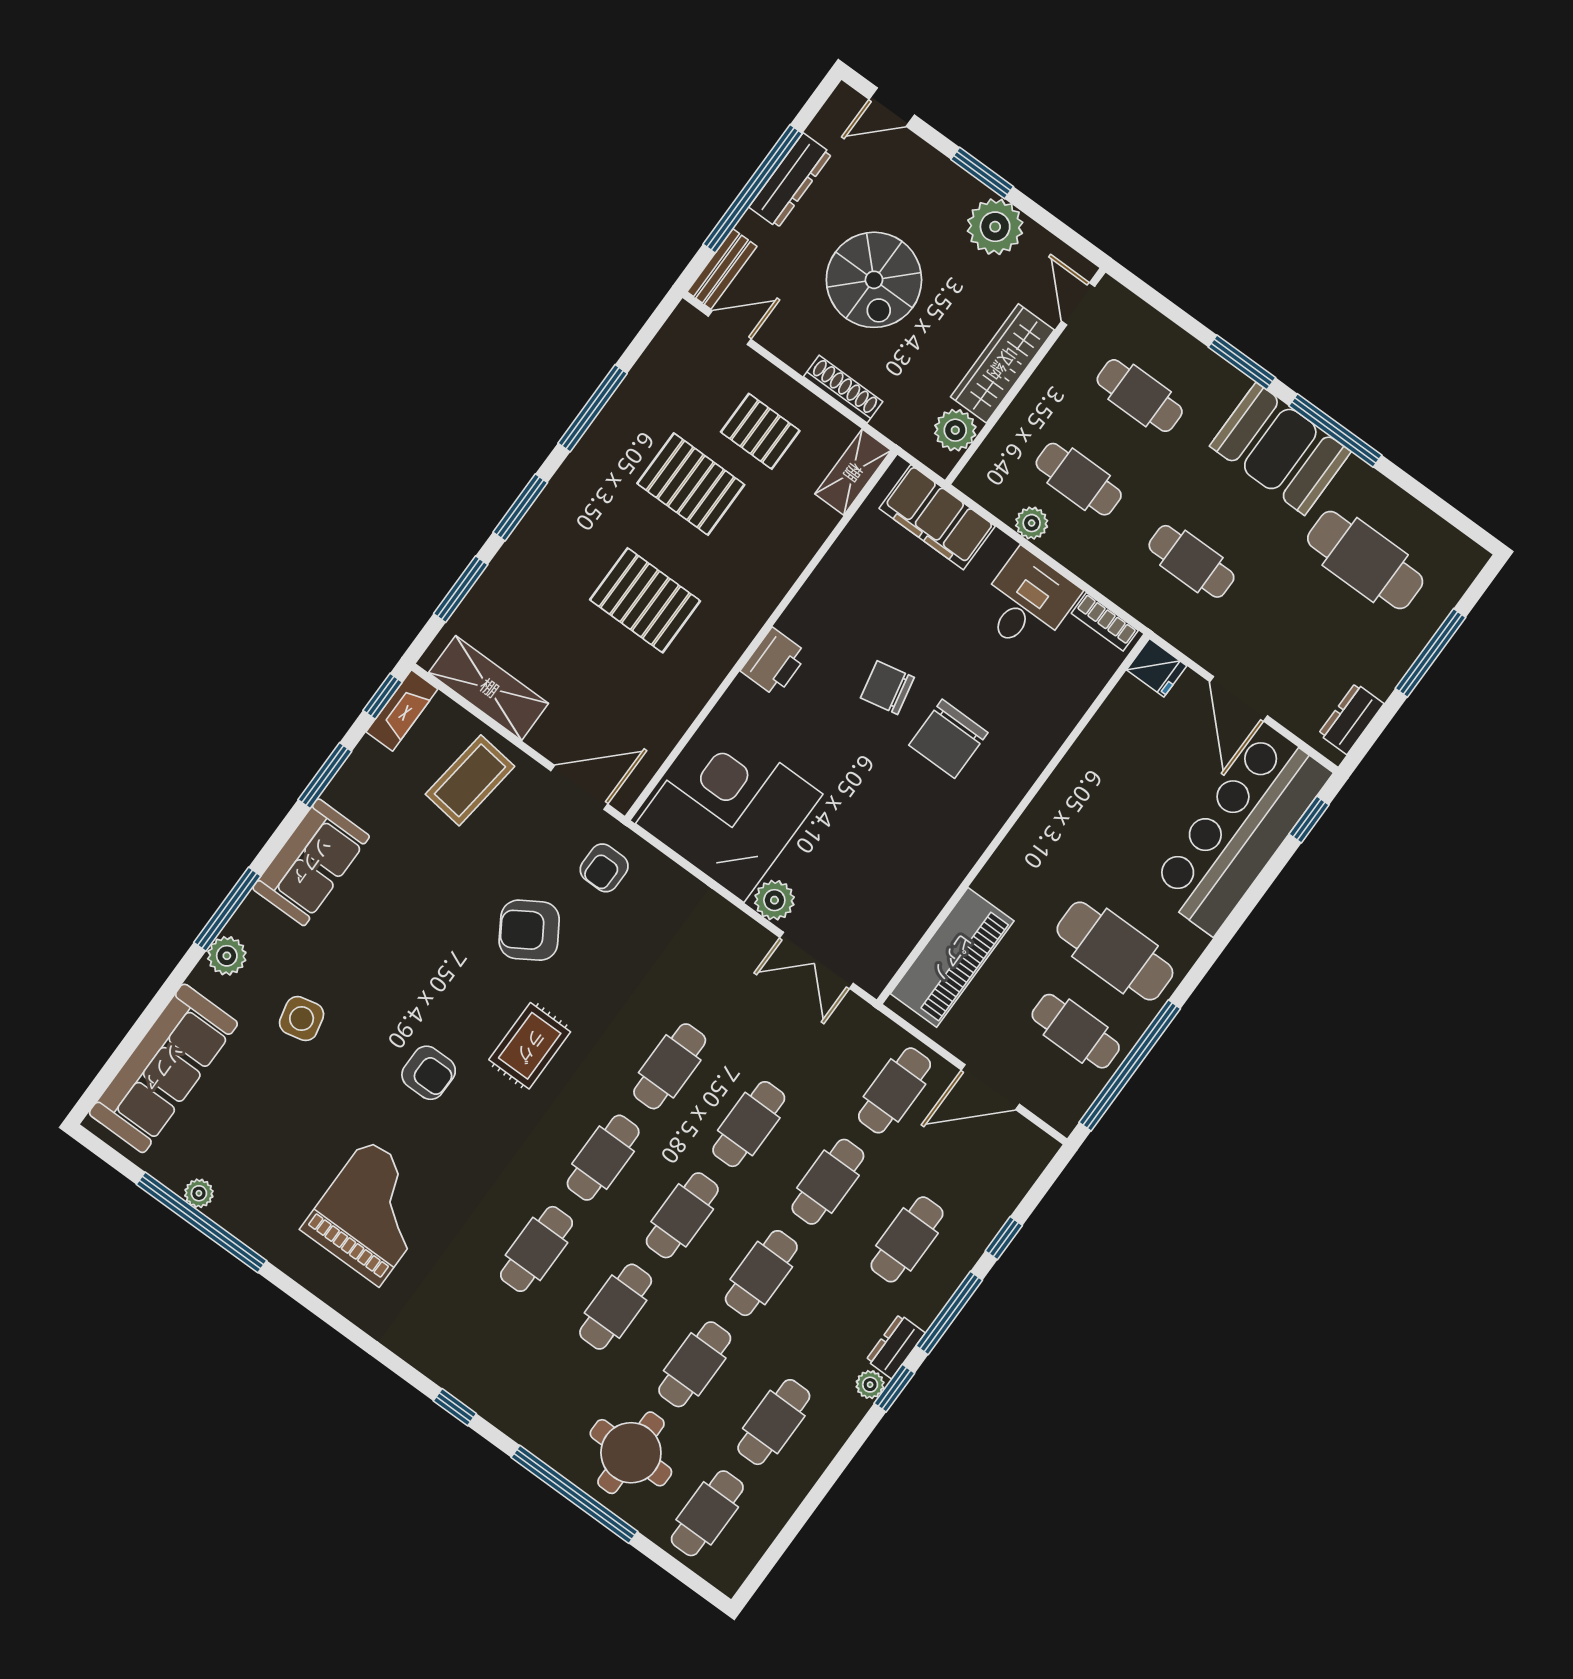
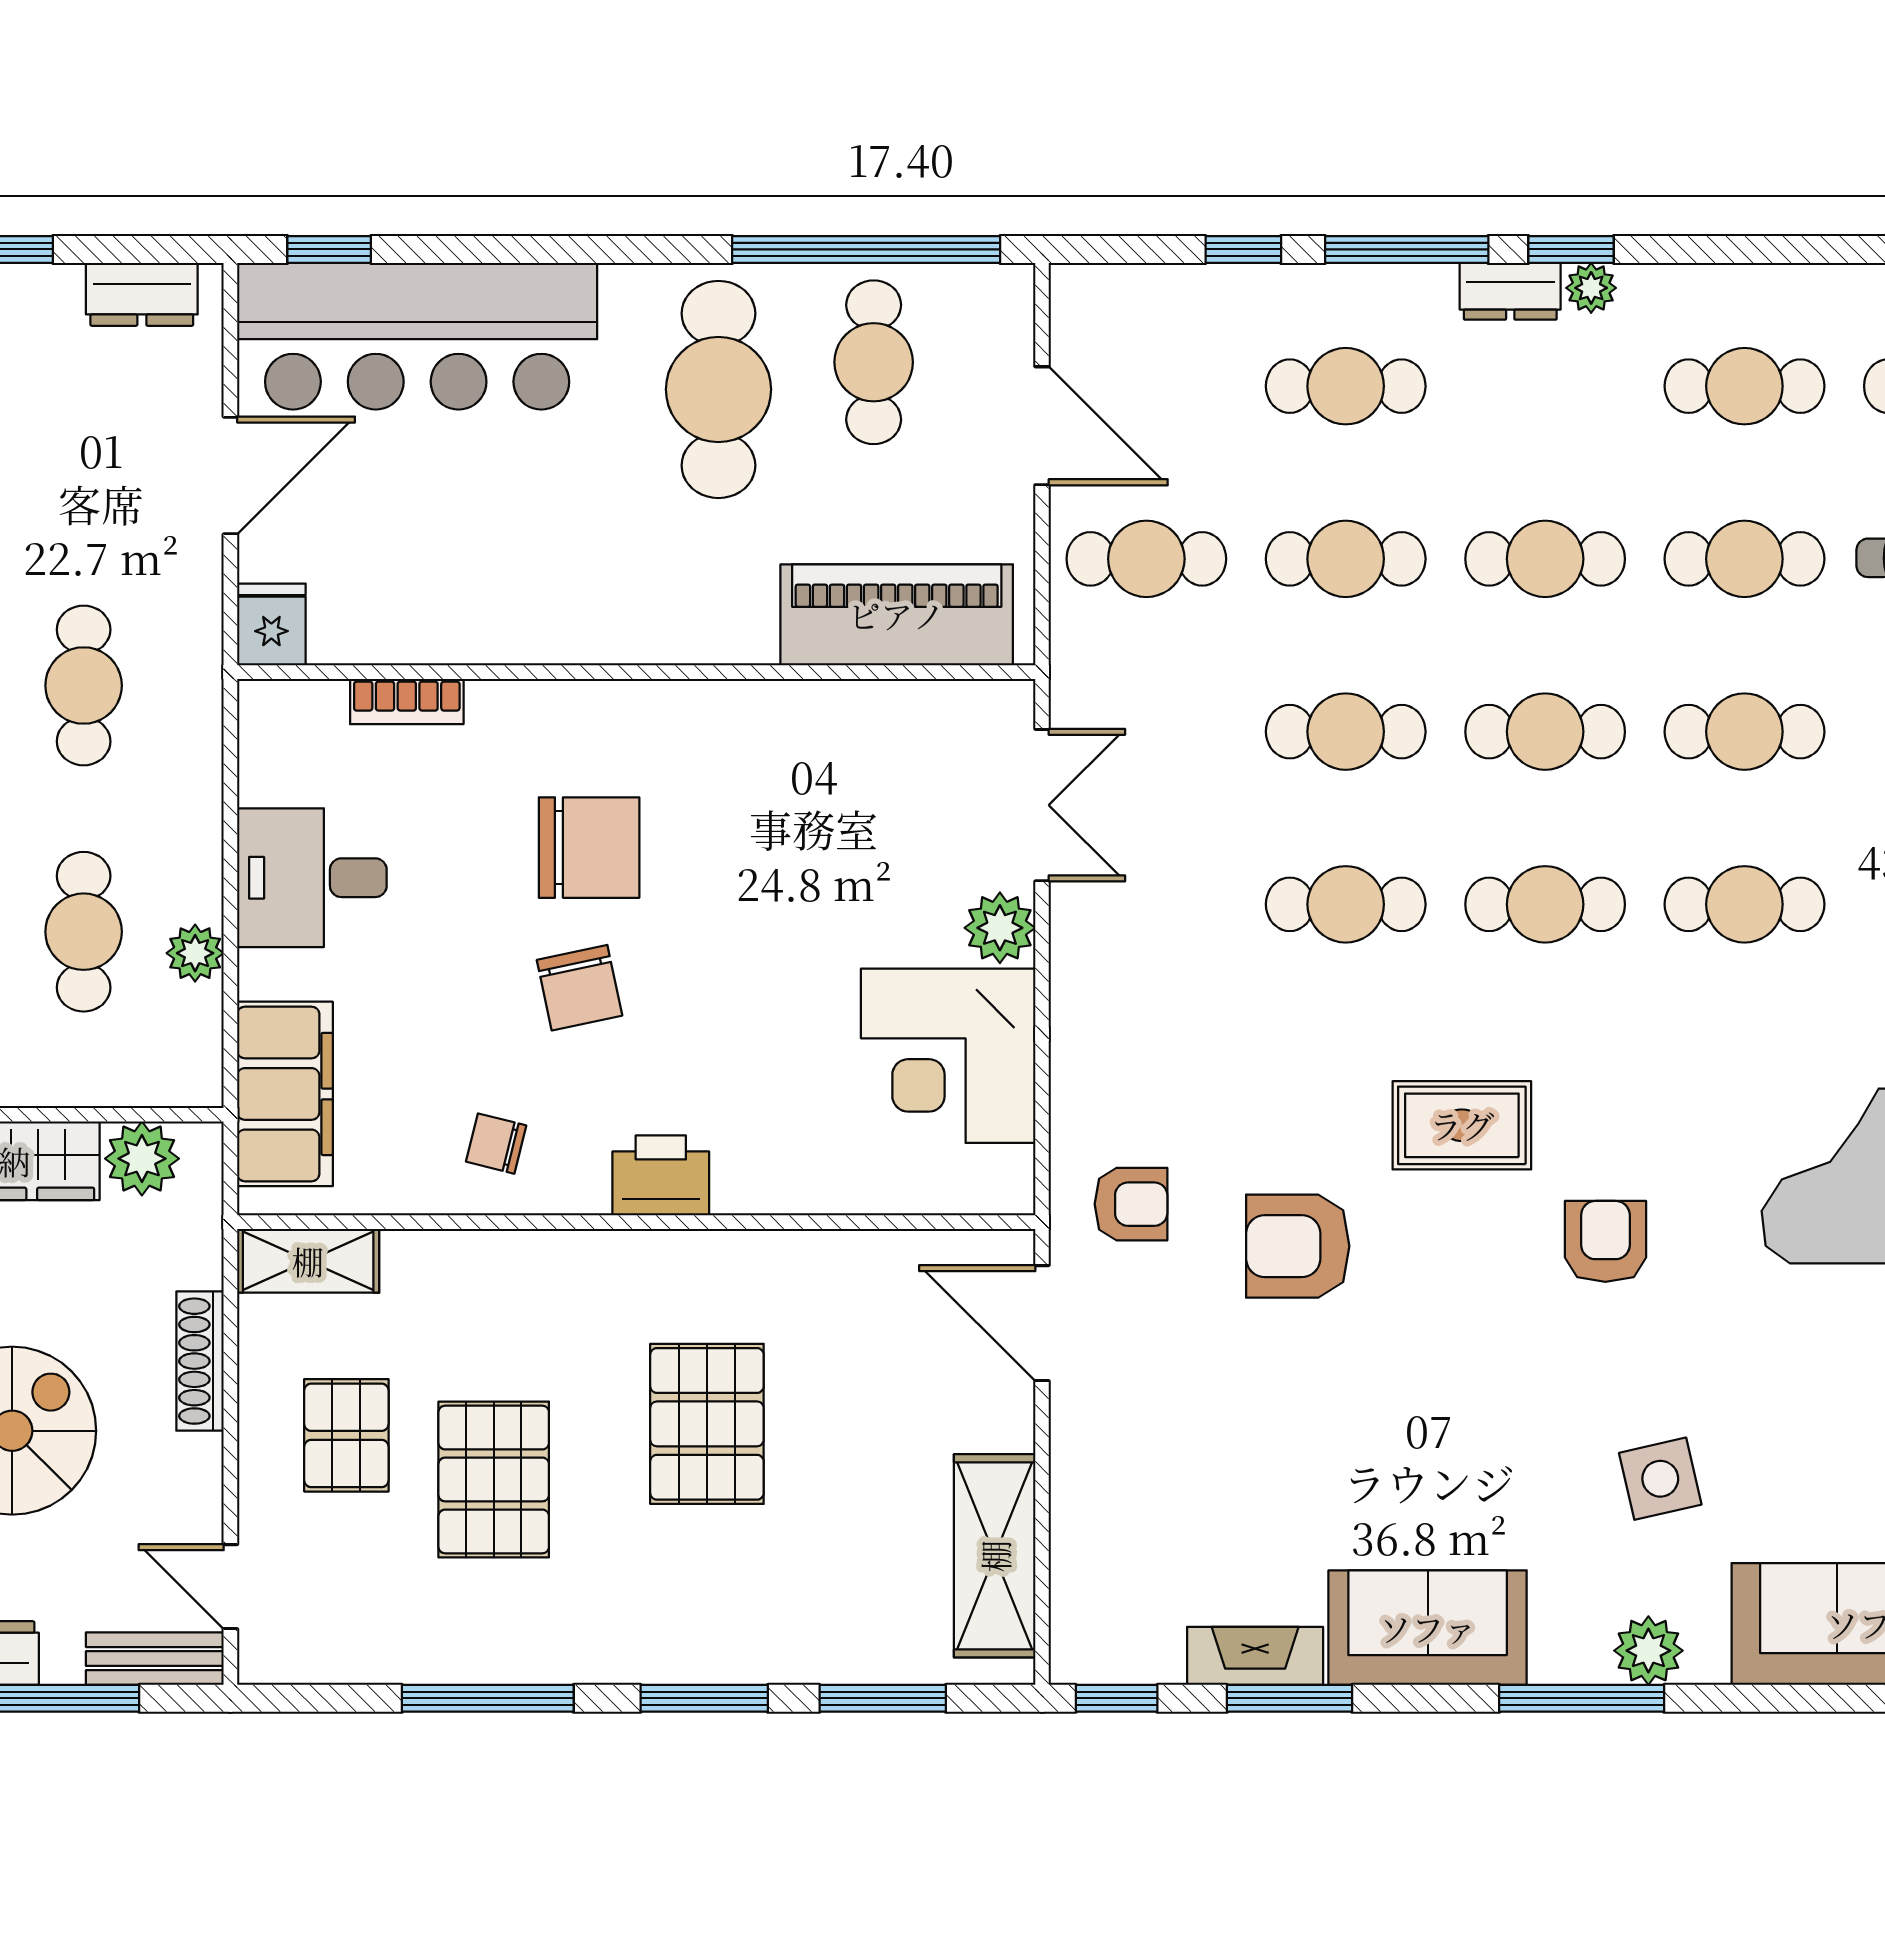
chair: (844, 597) -> (496, 1144), added
bookcase: (1105, 622) -> (407, 701), moved, turned 90
fireplace: (402, 710) -> (1255, 1656), moved
coffee table: (470, 780) -> (1146, 1486), removed
corner desk: (729, 809) -> (948, 1056), width x0.74, depth x0.74
armchair: (529, 930) -> (1298, 1246), turned 122

